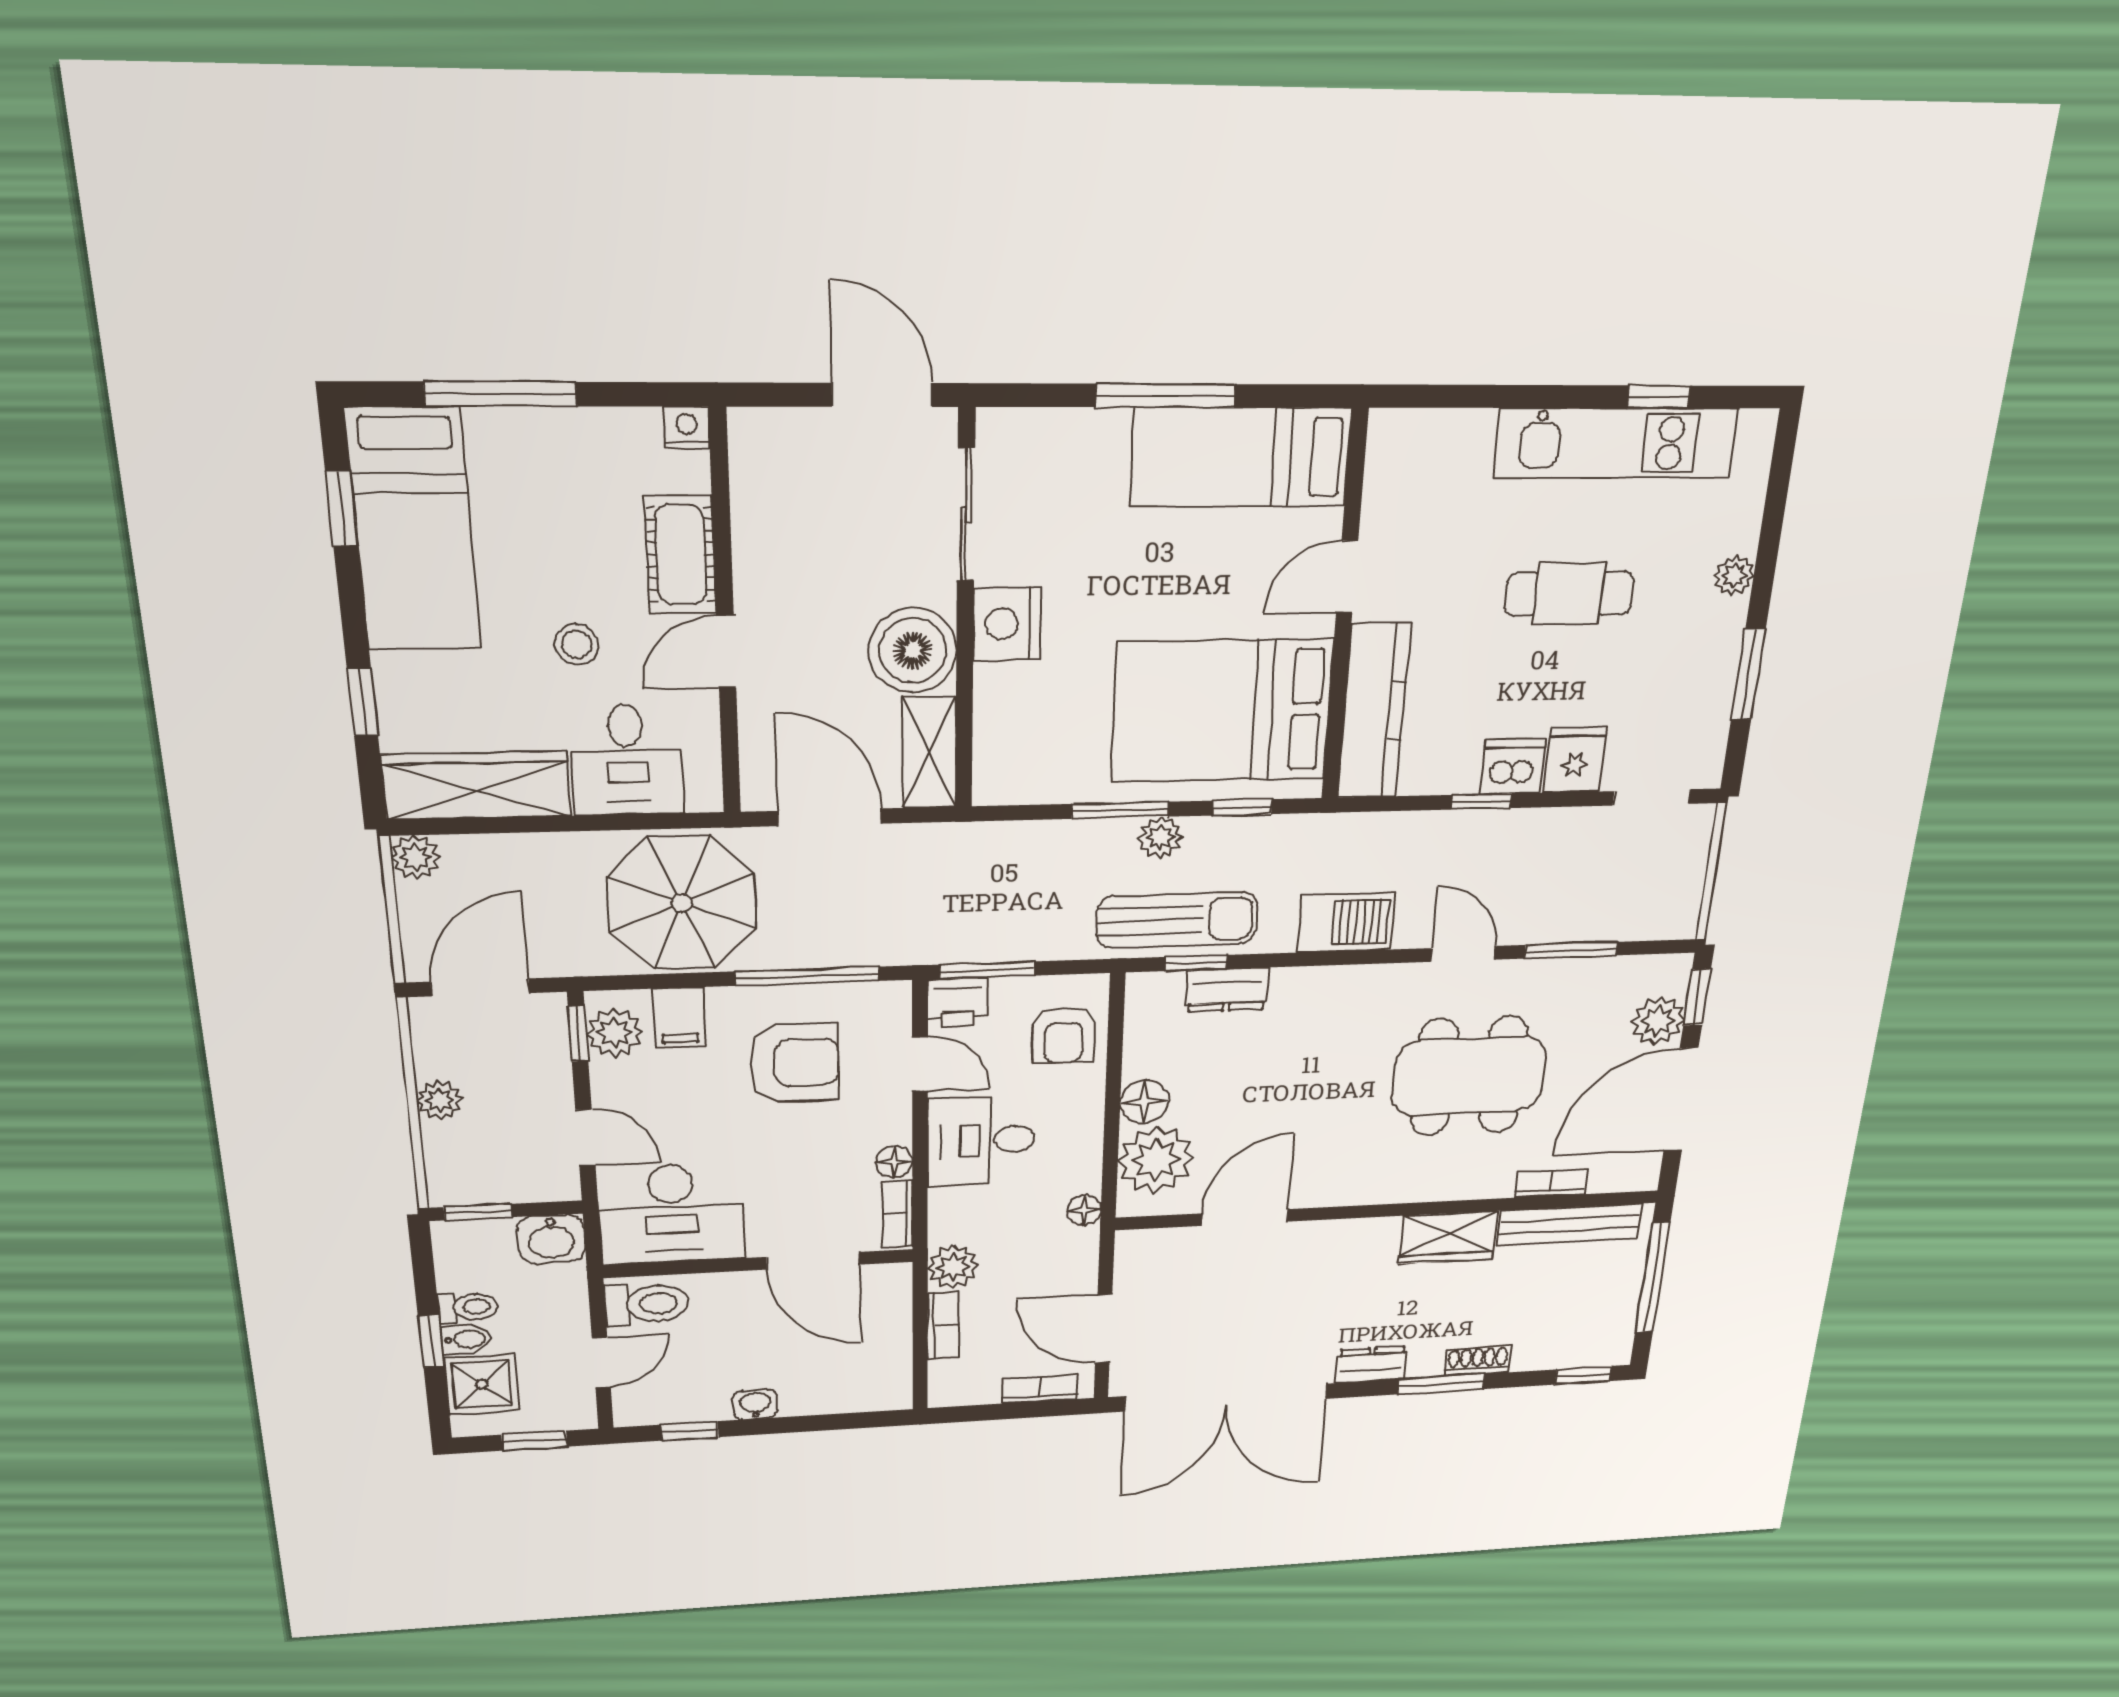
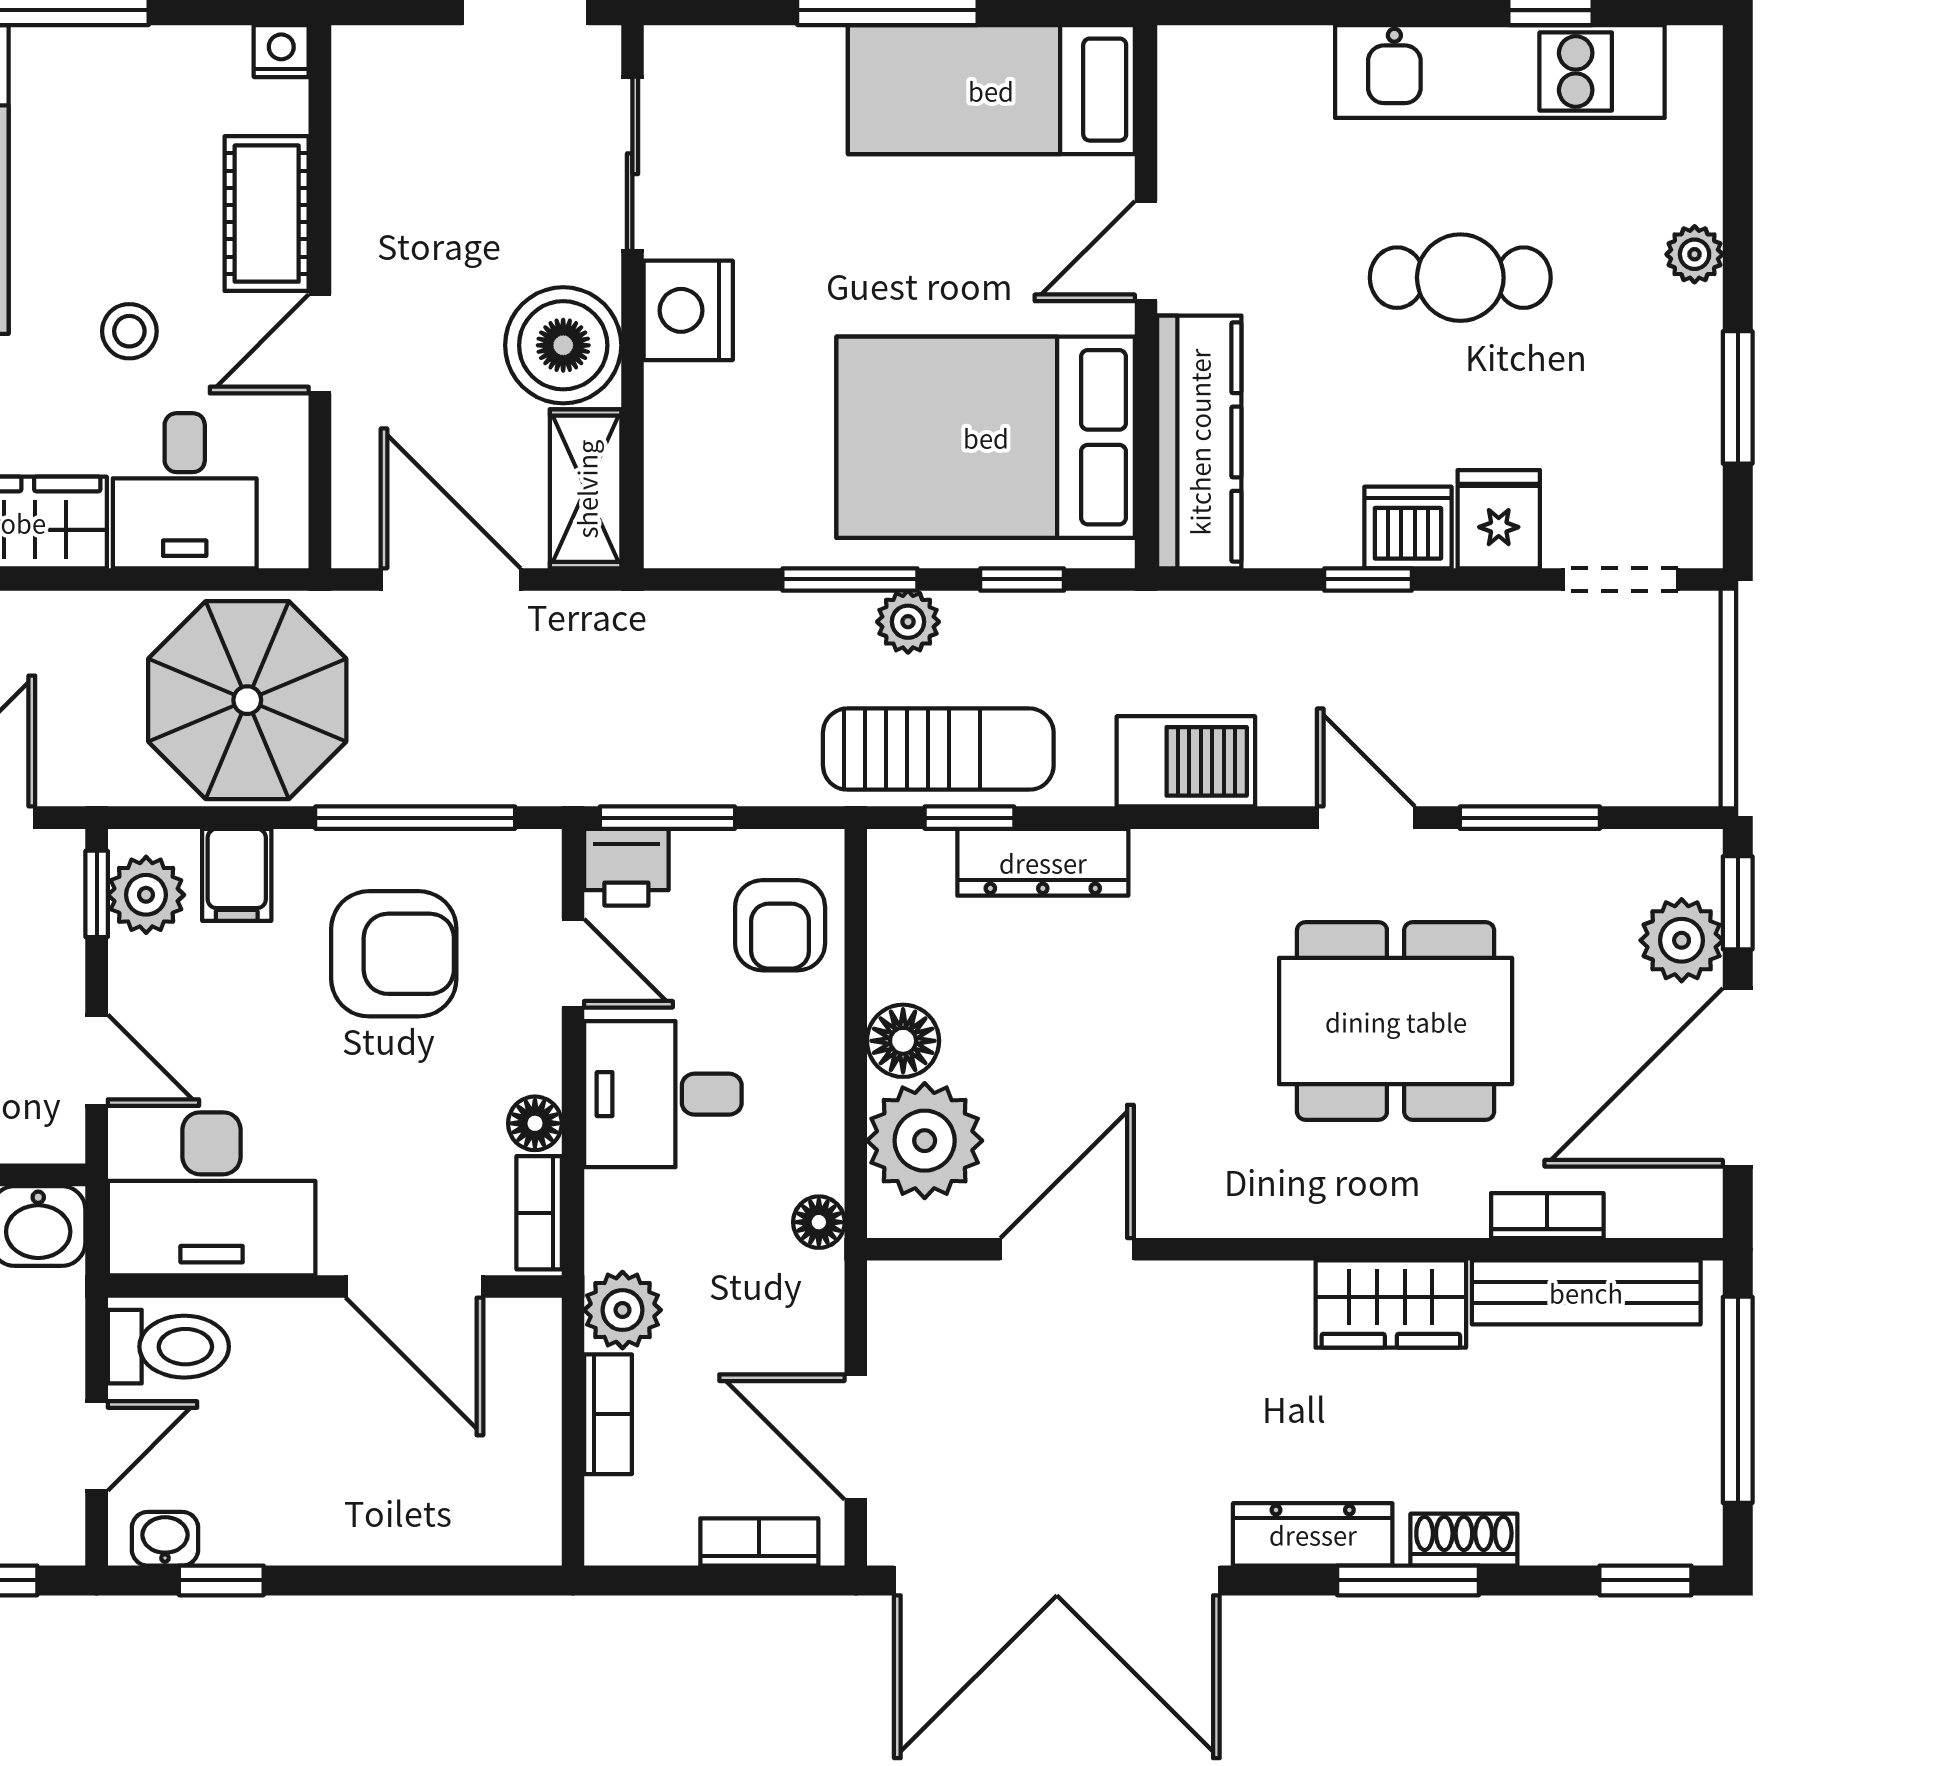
dresser: (1227, 990) -> (1043, 862), width x1.44
dresser: (1371, 1365) -> (1313, 1534), width x1.44
washbasin: (755, 1404) -> (165, 1539), moved

